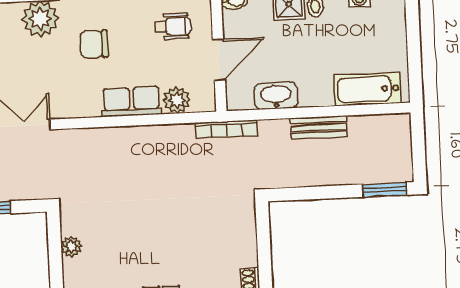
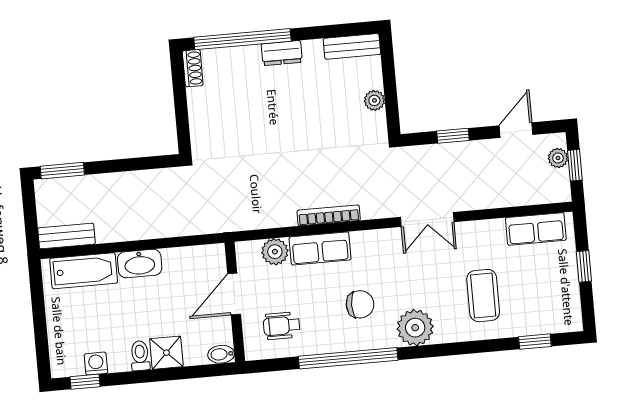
washbasin: (276, 96) -> (140, 264), moved
bench: (319, 127) -> (66, 236), moved
bookcase: (227, 129) -> (329, 215), moved

